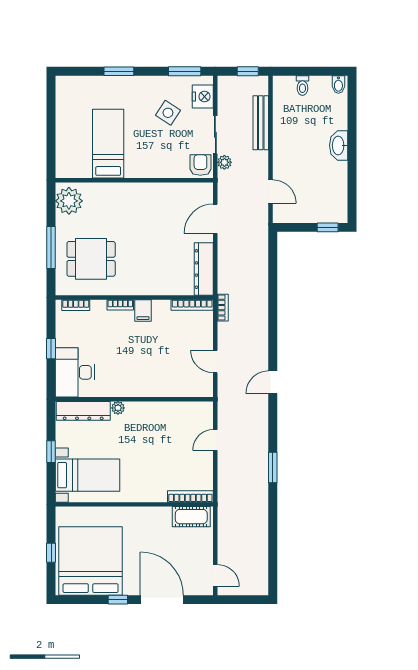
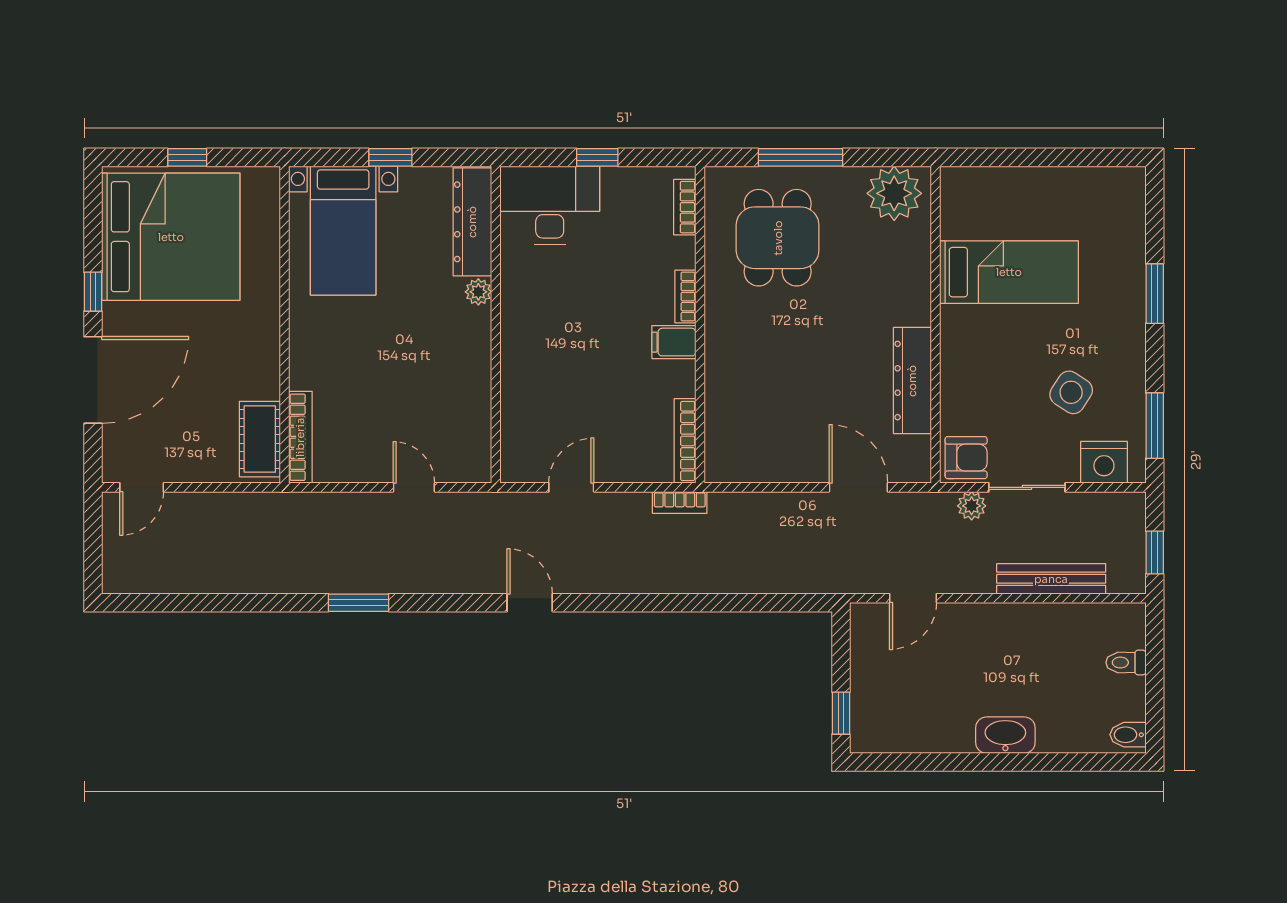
dresser: (204, 269) -> (912, 381), moved, turned -90

